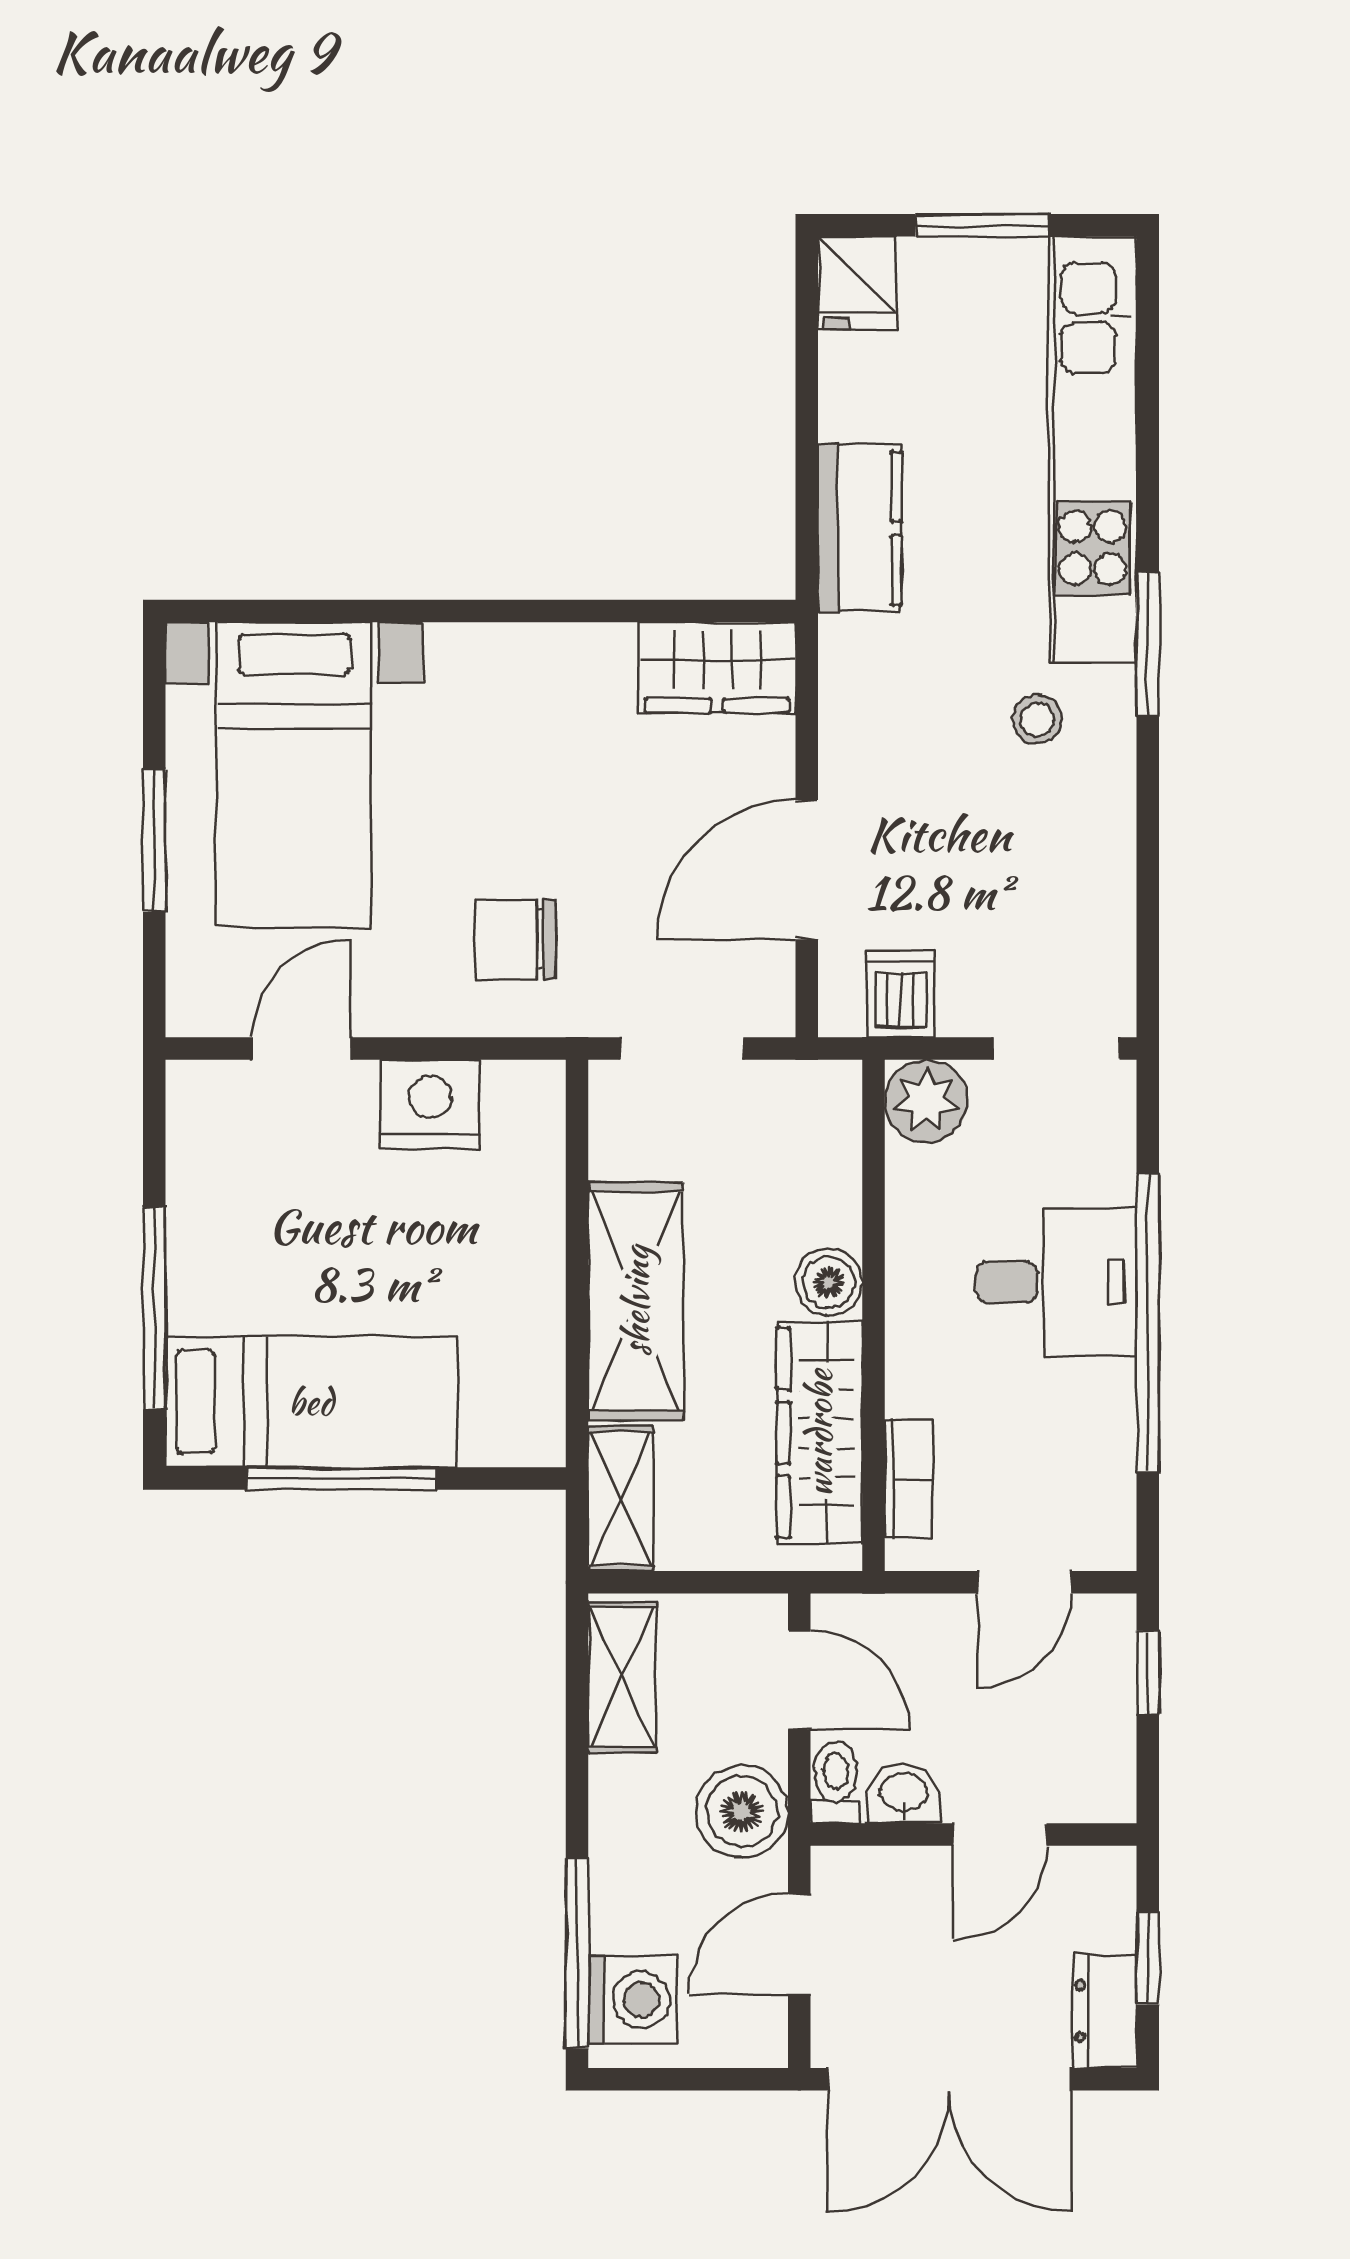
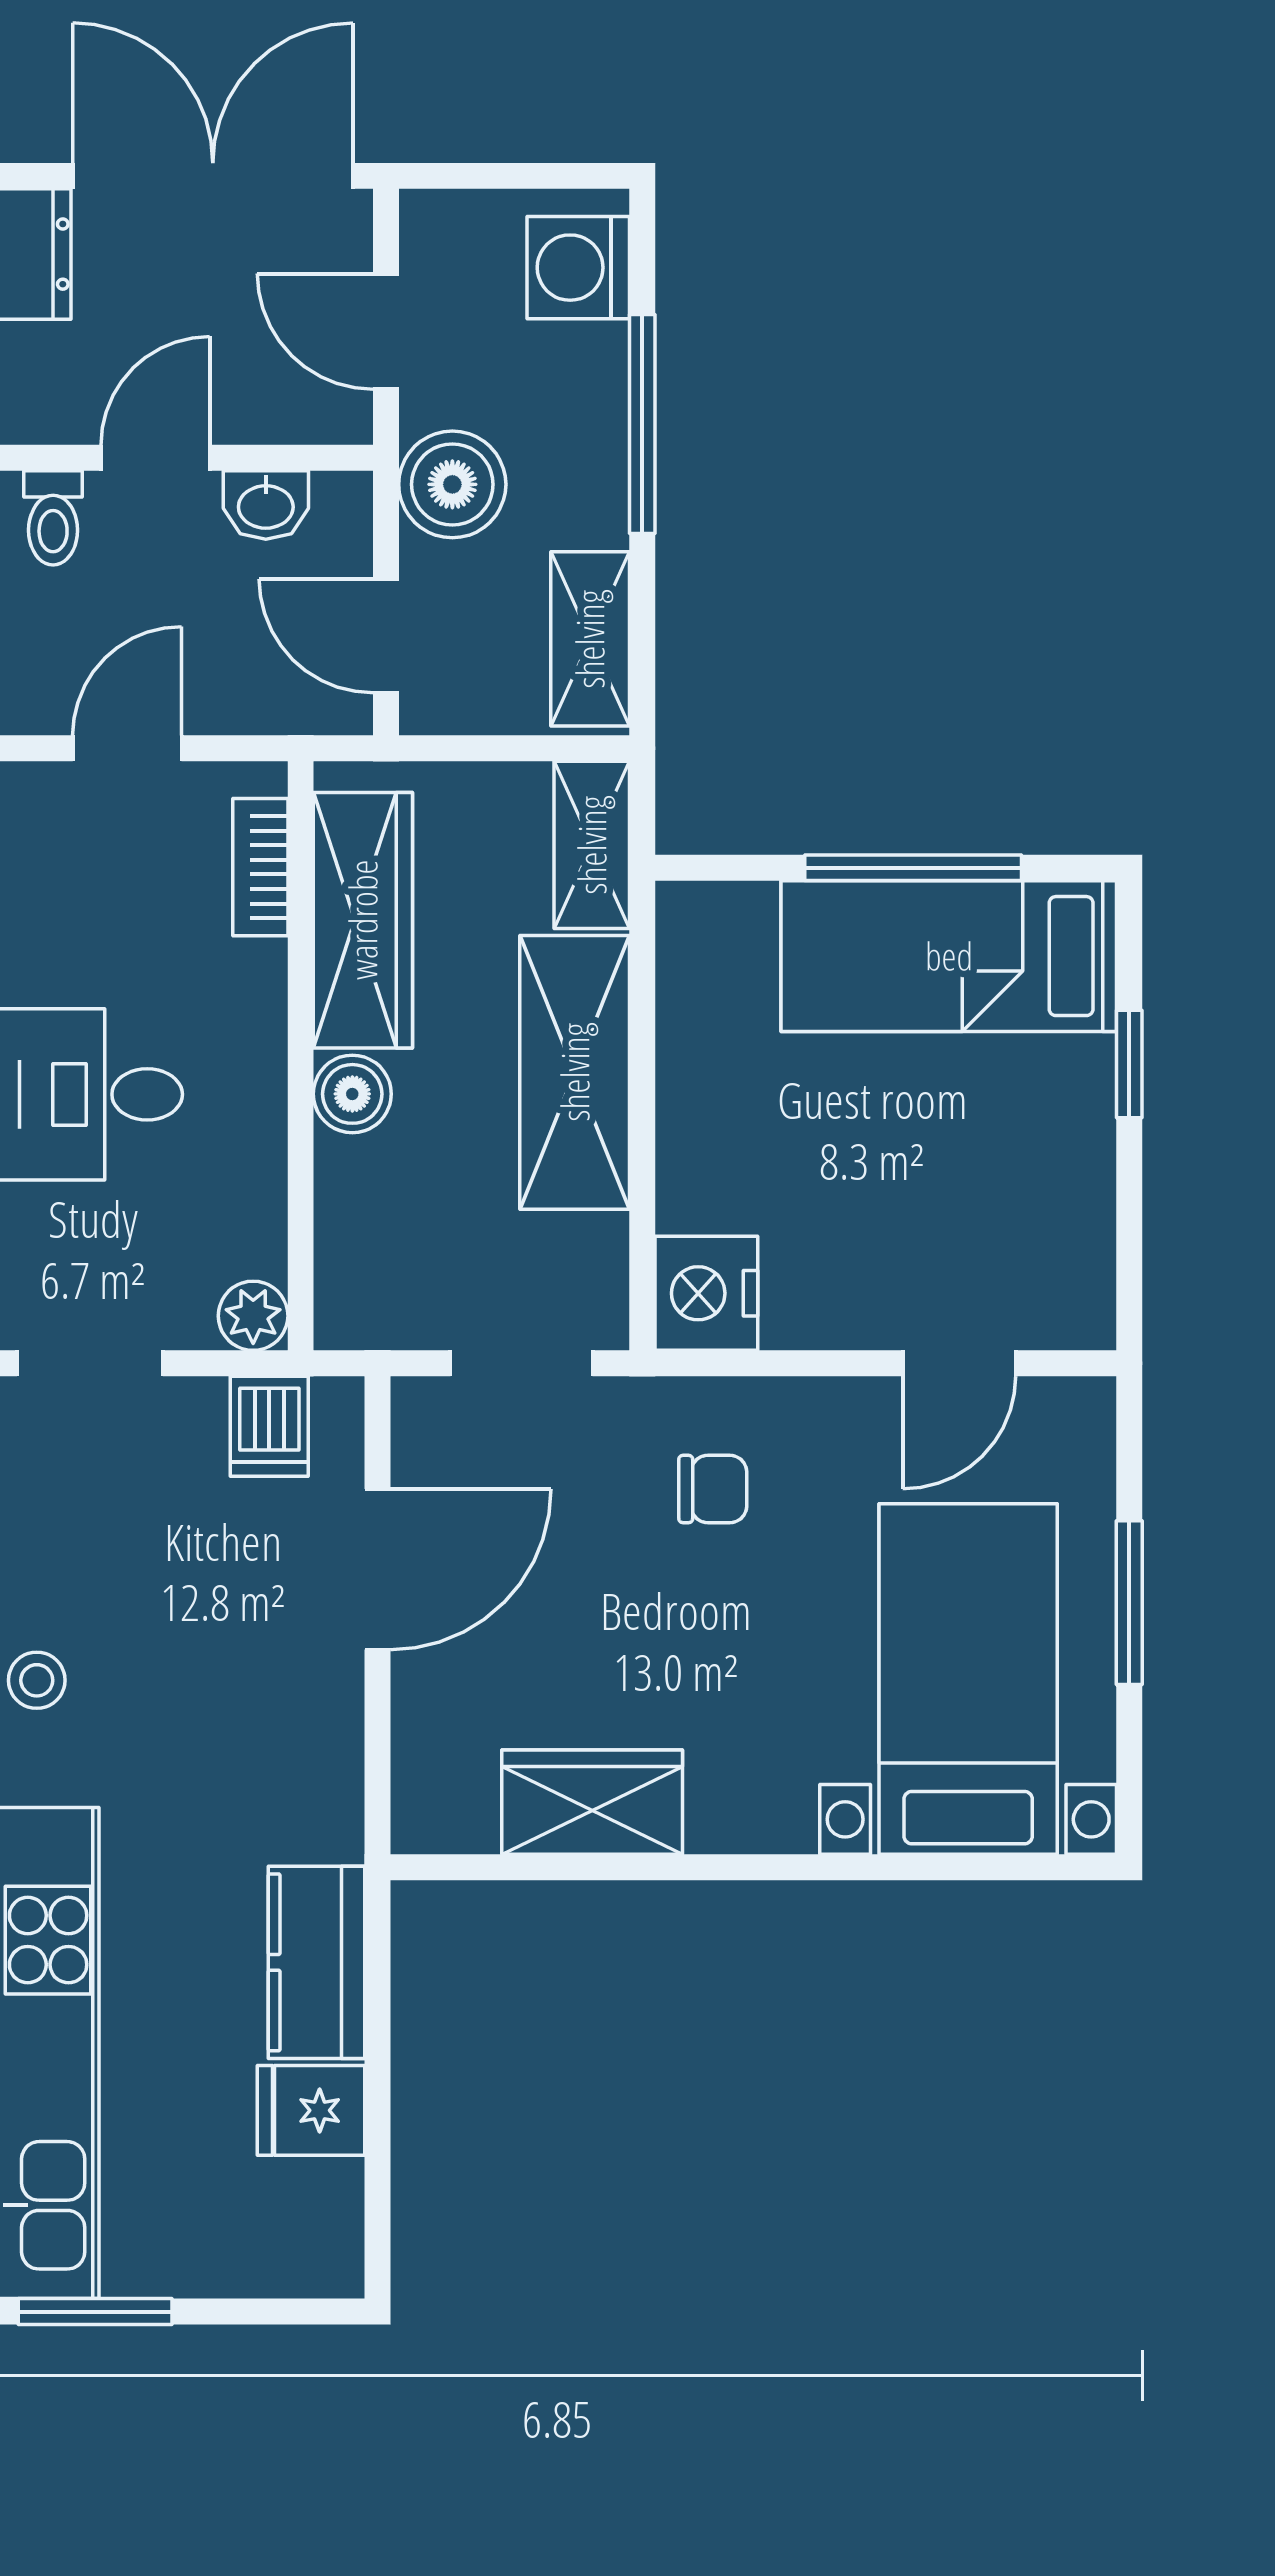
window: (982, 225) -> (95, 2312), moved
fridge: (857, 283) -> (311, 2110), moved, turned -90
wardrobe: (717, 668) -> (592, 1802), moved
stool: (1037, 719) -> (37, 1680), moved
chair: (516, 939) -> (713, 1489), width x0.73, depth x0.73
plant: (926, 1101) -> (253, 1316), width x0.73, depth x0.73
nightstand: (430, 1104) -> (706, 1293), moved, turned 90
window: (154, 1308) -> (1129, 1064), width x0.46
toilet: (836, 1782) -> (53, 518), moved
door: (799, 1944) -> (386, 331), swing flipped
window: (577, 1953) -> (642, 424), moved

